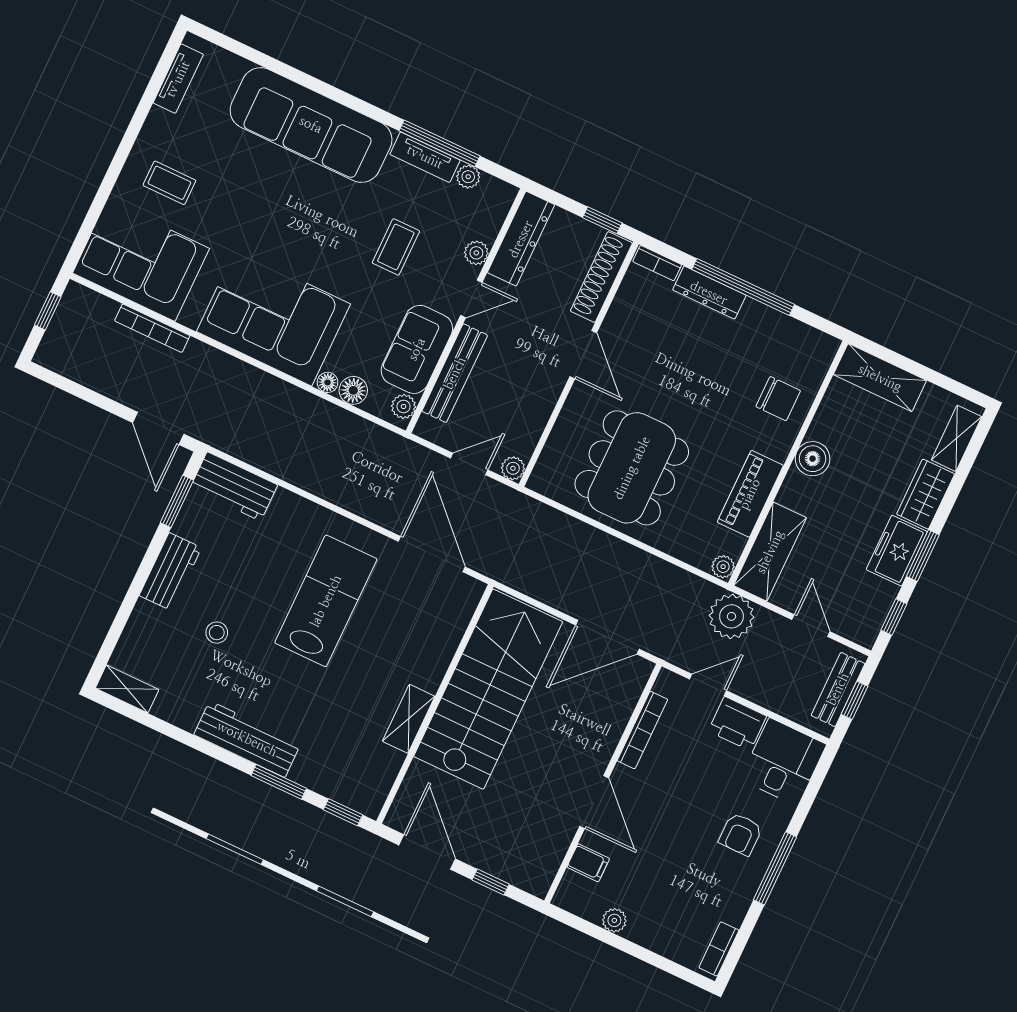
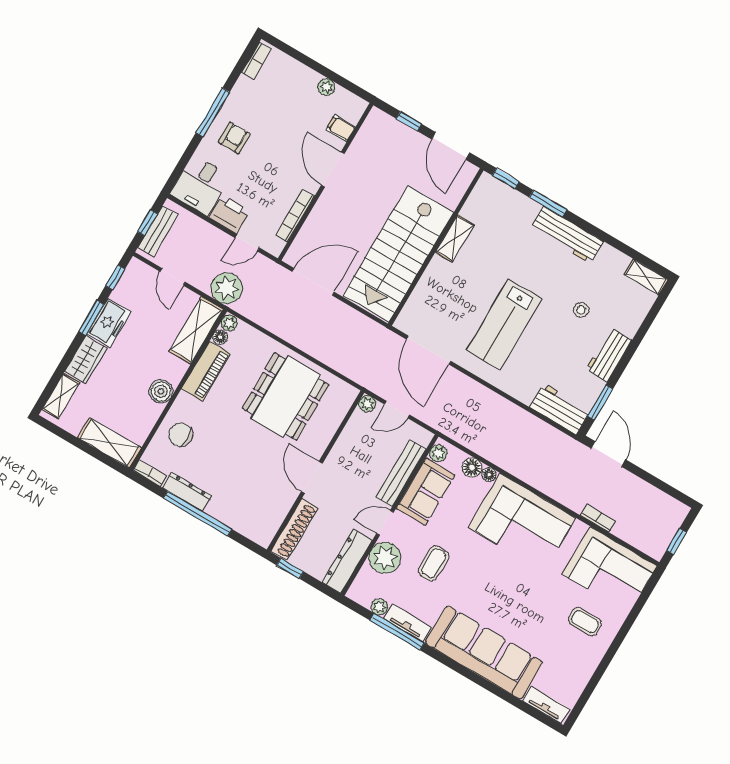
tv unit: (178, 79) -> (546, 705), moved, turned 90
plant: (476, 253) -> (385, 558), width x1.88, depth x1.88
bookcase: (657, 263) -> (150, 473), moved
dresser: (709, 293) -> (187, 492), moved
bookcase: (152, 328) -> (598, 518), width x0.64
floor lamp: (734, 545) -> (220, 337), added

